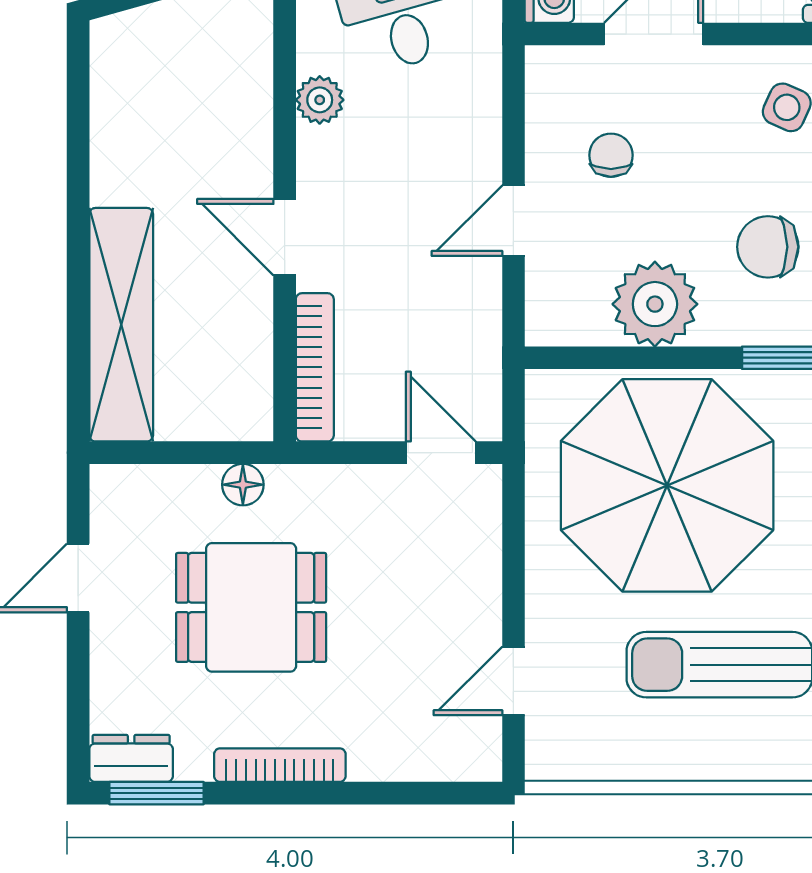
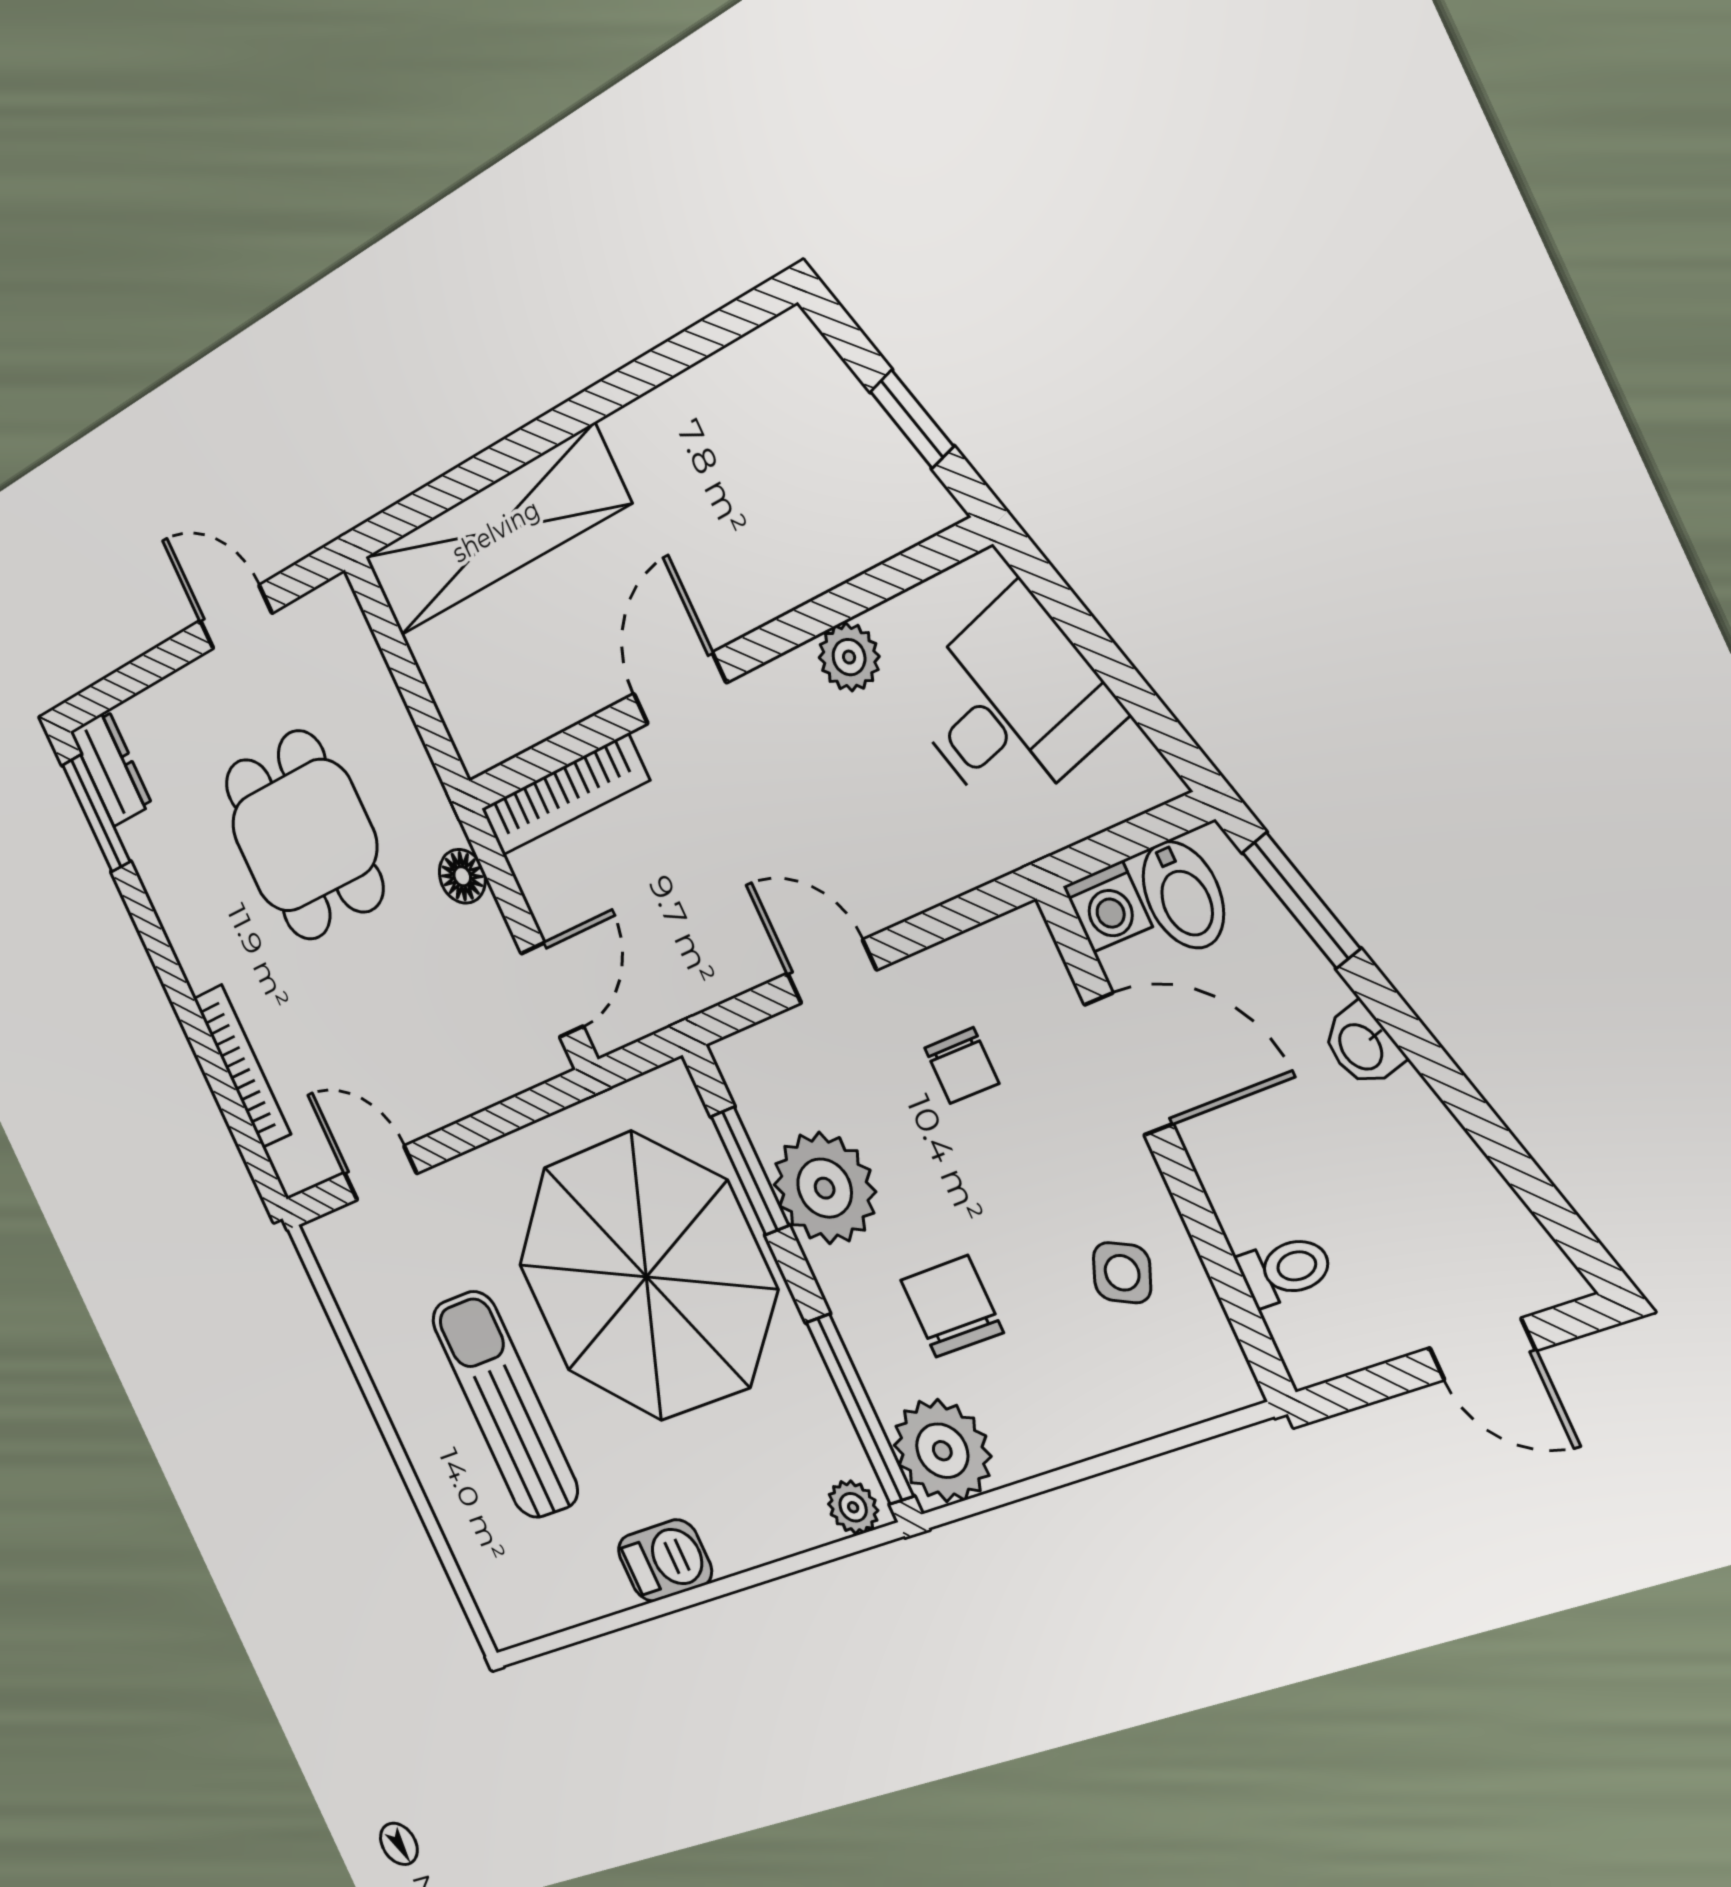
chair: (611, 155) -> (962, 1066), turned 90
window: (623, 358) -> (750, 1171), added
floor lamp: (243, 485) -> (462, 876), moved
bookcase: (280, 765) -> (242, 1066), moved

